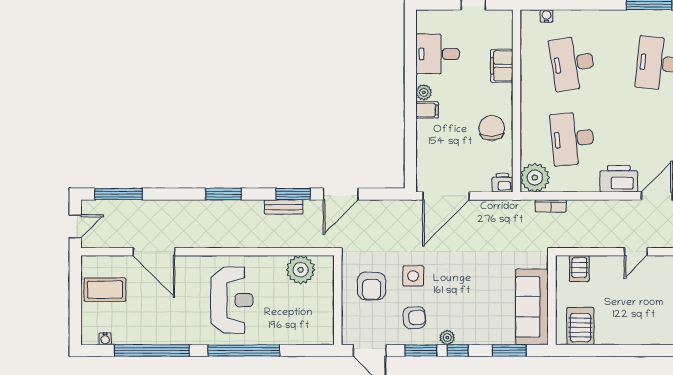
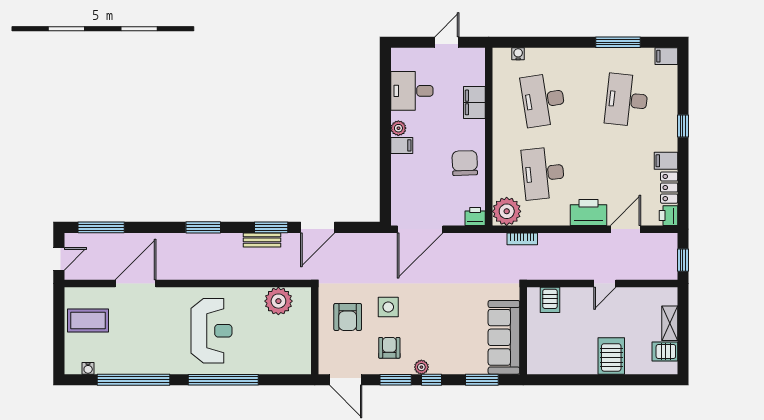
door: (154, 252) -> (136, 284), swing flipped
armchair: (414, 318) -> (389, 348), turned -86
server rack: (580, 326) -> (611, 356), moved

